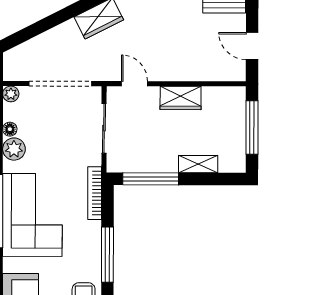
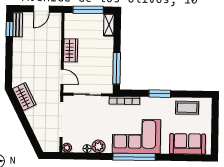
door: (134, 84) -> (62, 77), swing flipped
shelving: (198, 164) -> (109, 25), moved
window: (107, 255) -> (160, 94), width x0.69

